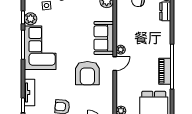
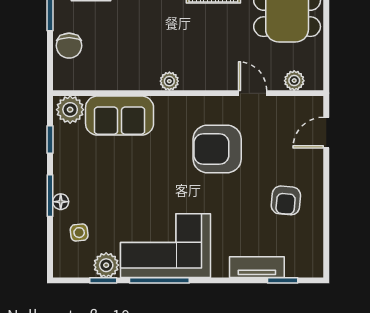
sofa: (104, 38) -> (120, 116), moved
door: (115, 64) -> (253, 93), moved
armchair: (87, 73) -> (217, 149), turned 180

